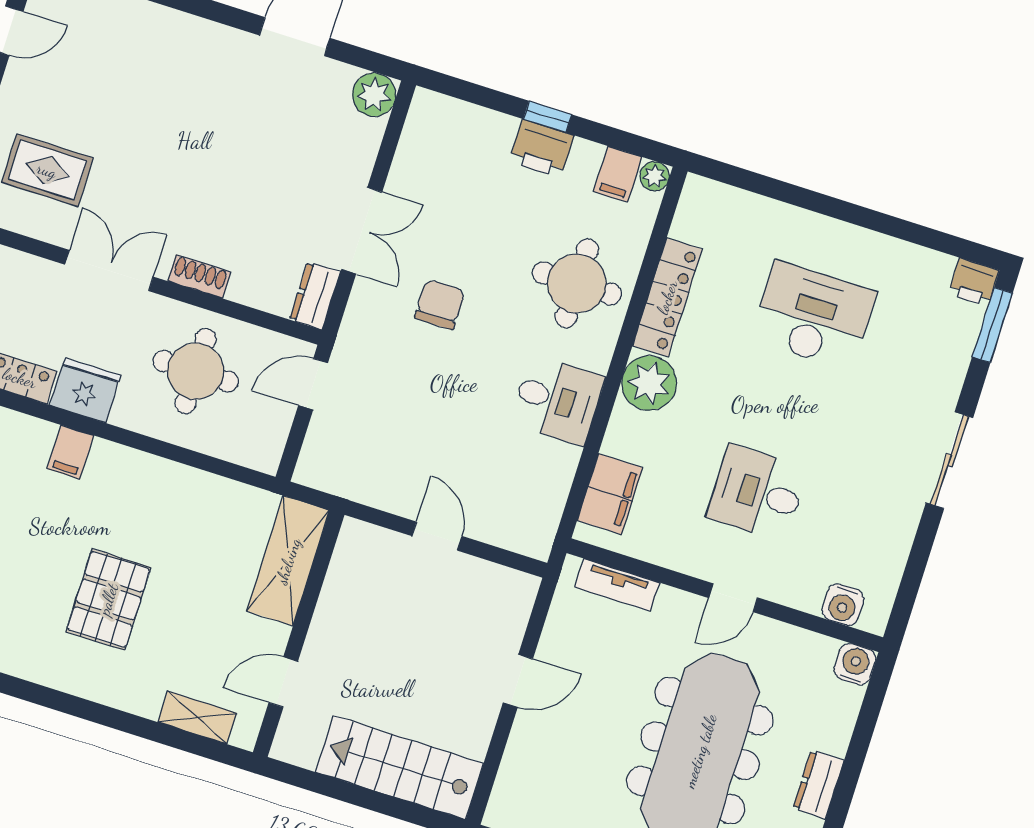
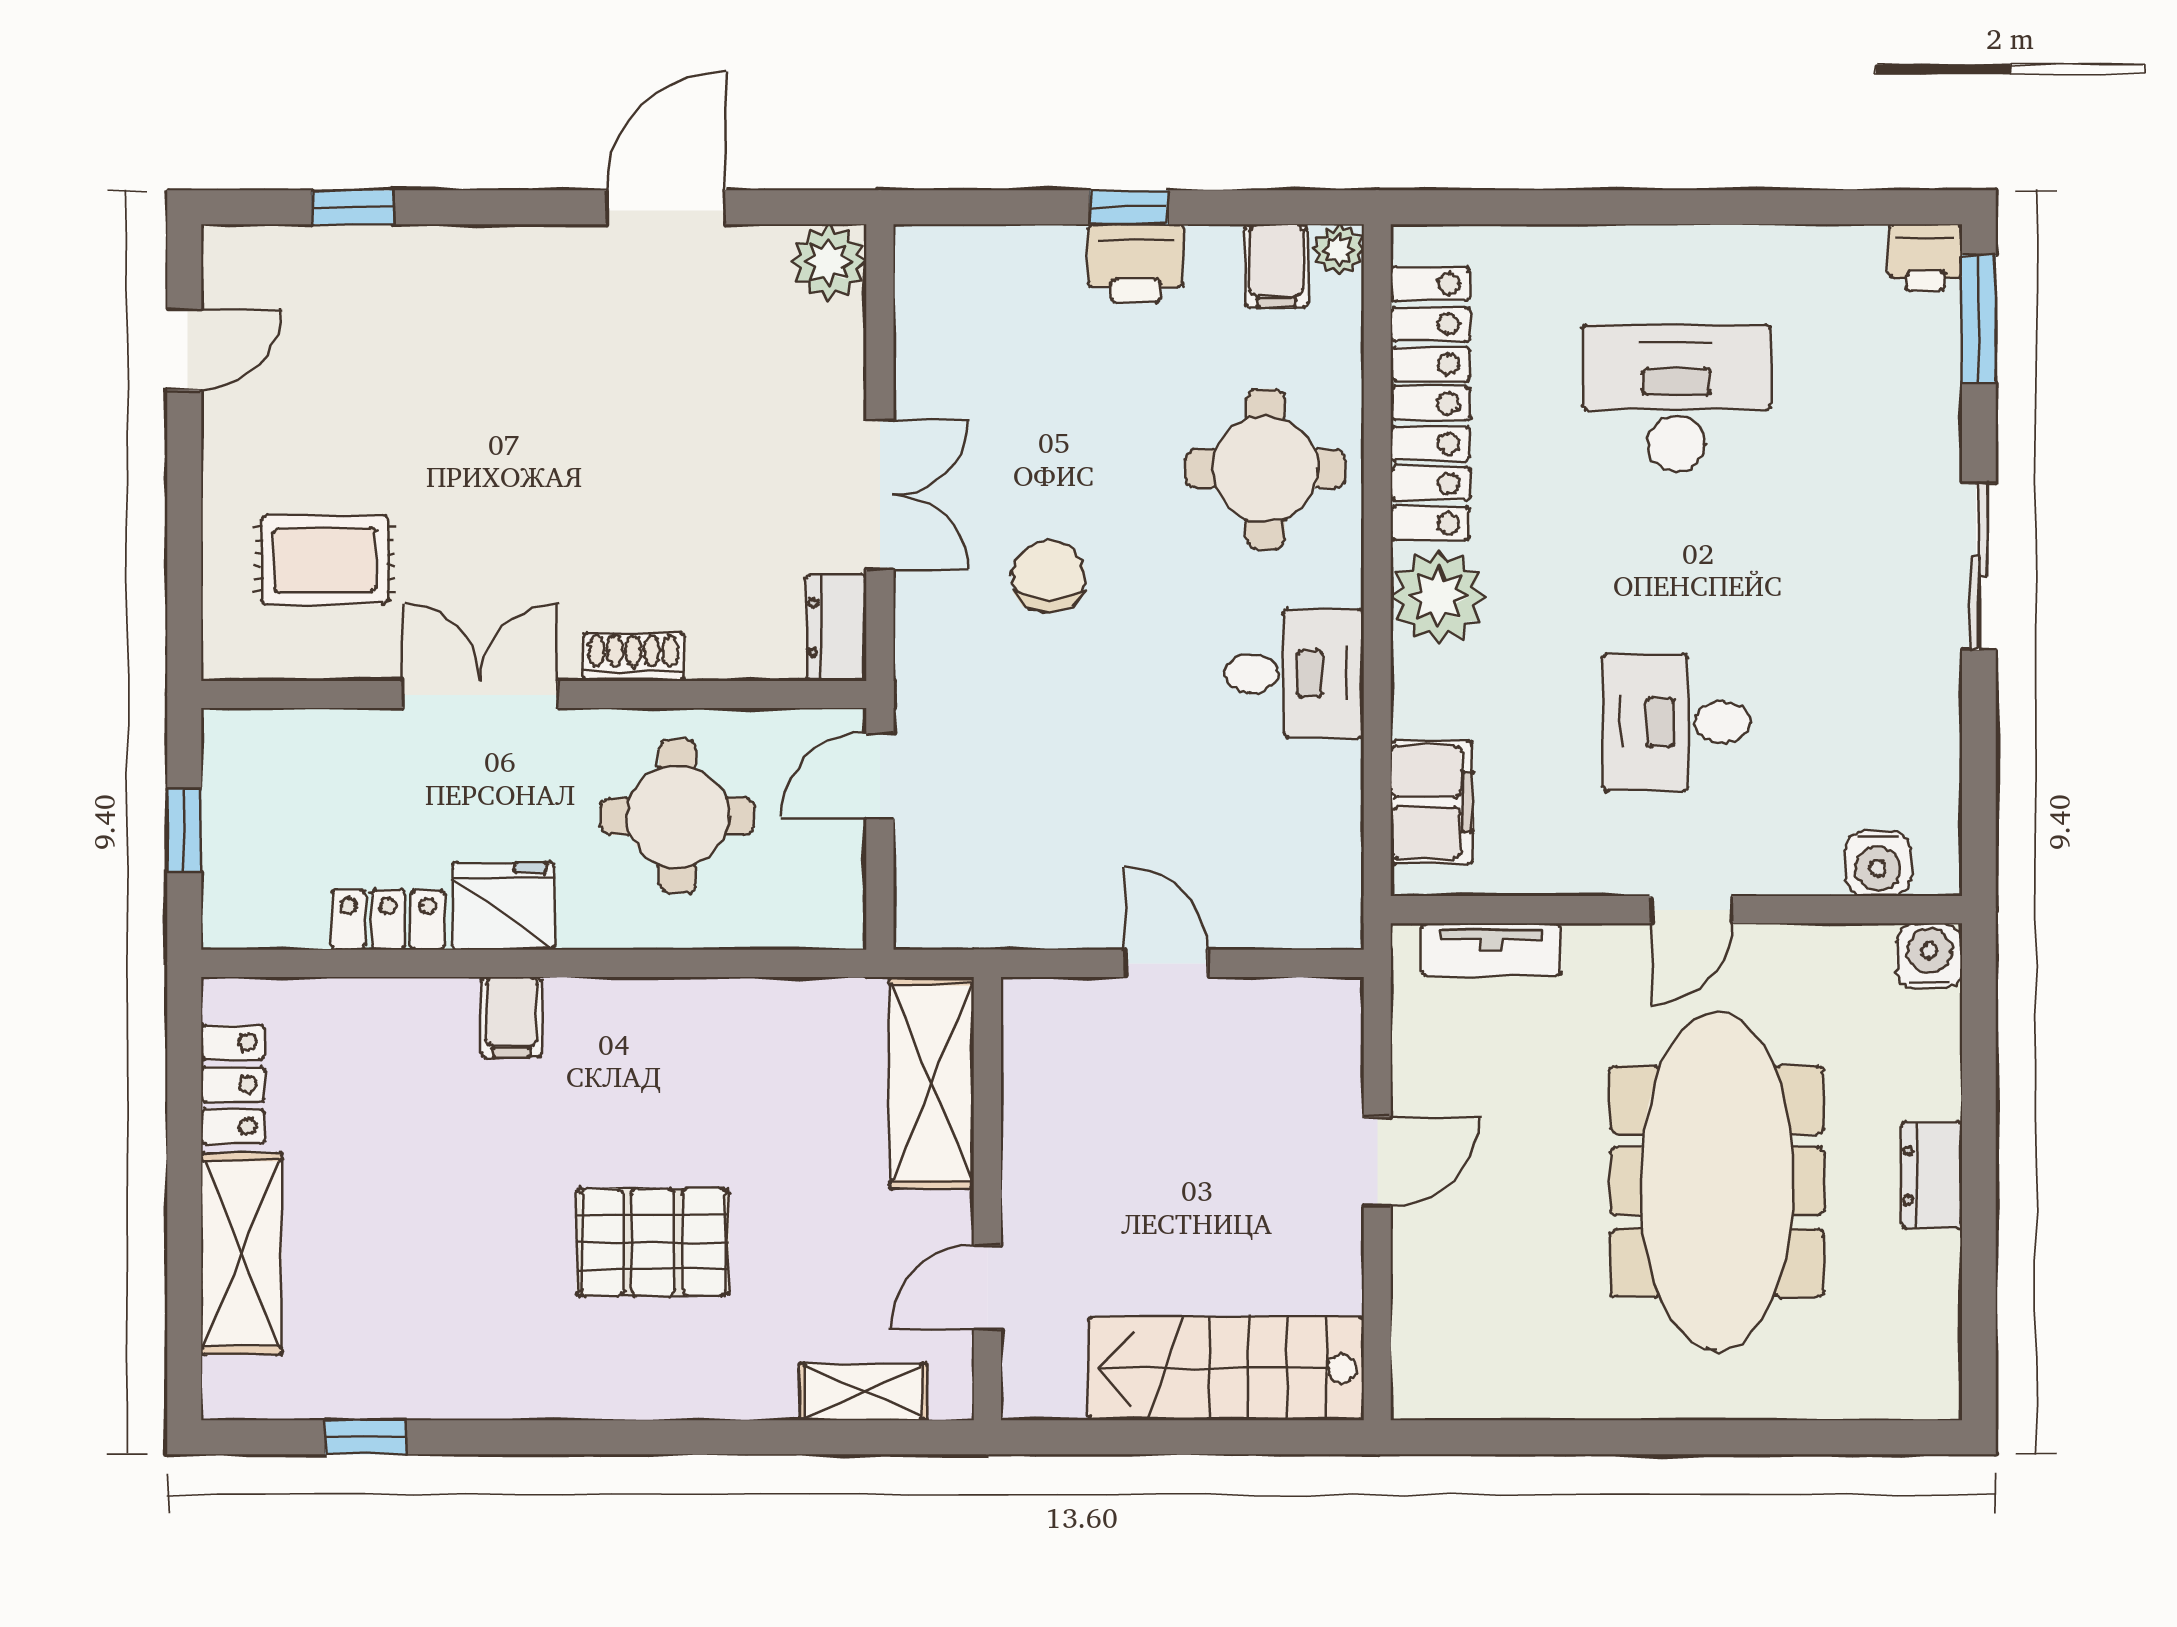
locker: (667, 297) -> (1430, 404), width x1.41, depth x1.21
pallet: (108, 599) -> (653, 1242), turned 90

